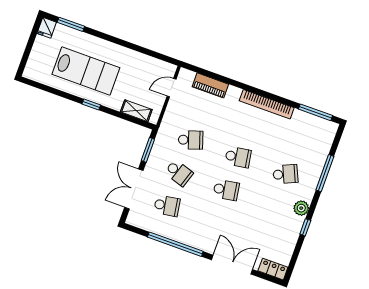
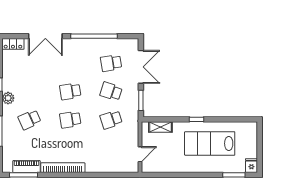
piano: (210, 85) -> (26, 167), moved

